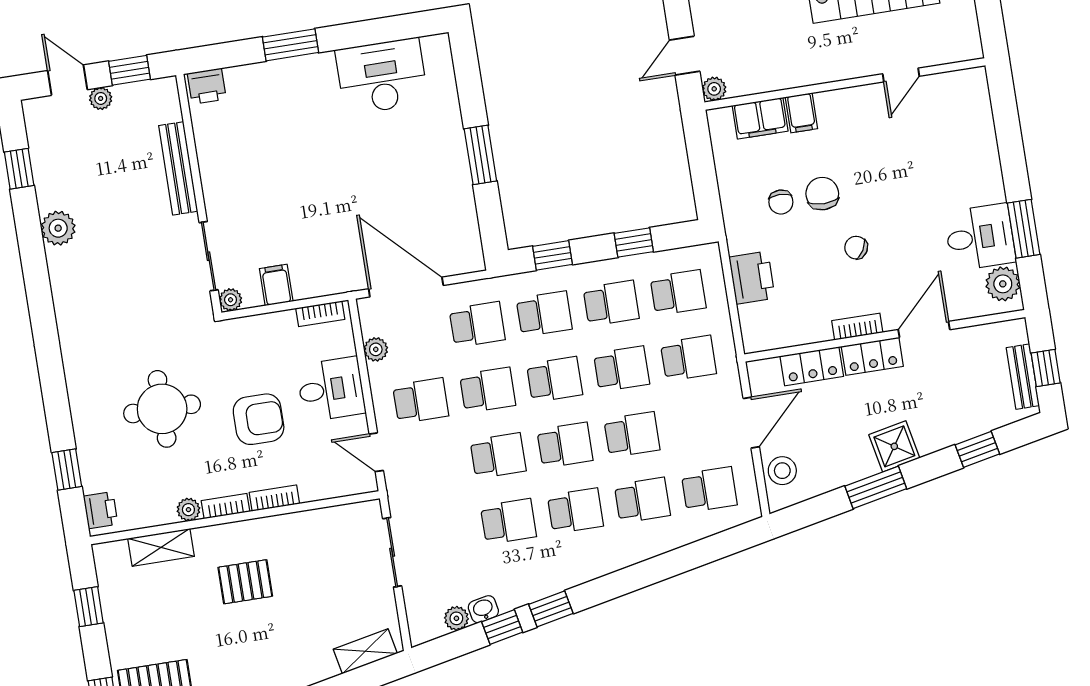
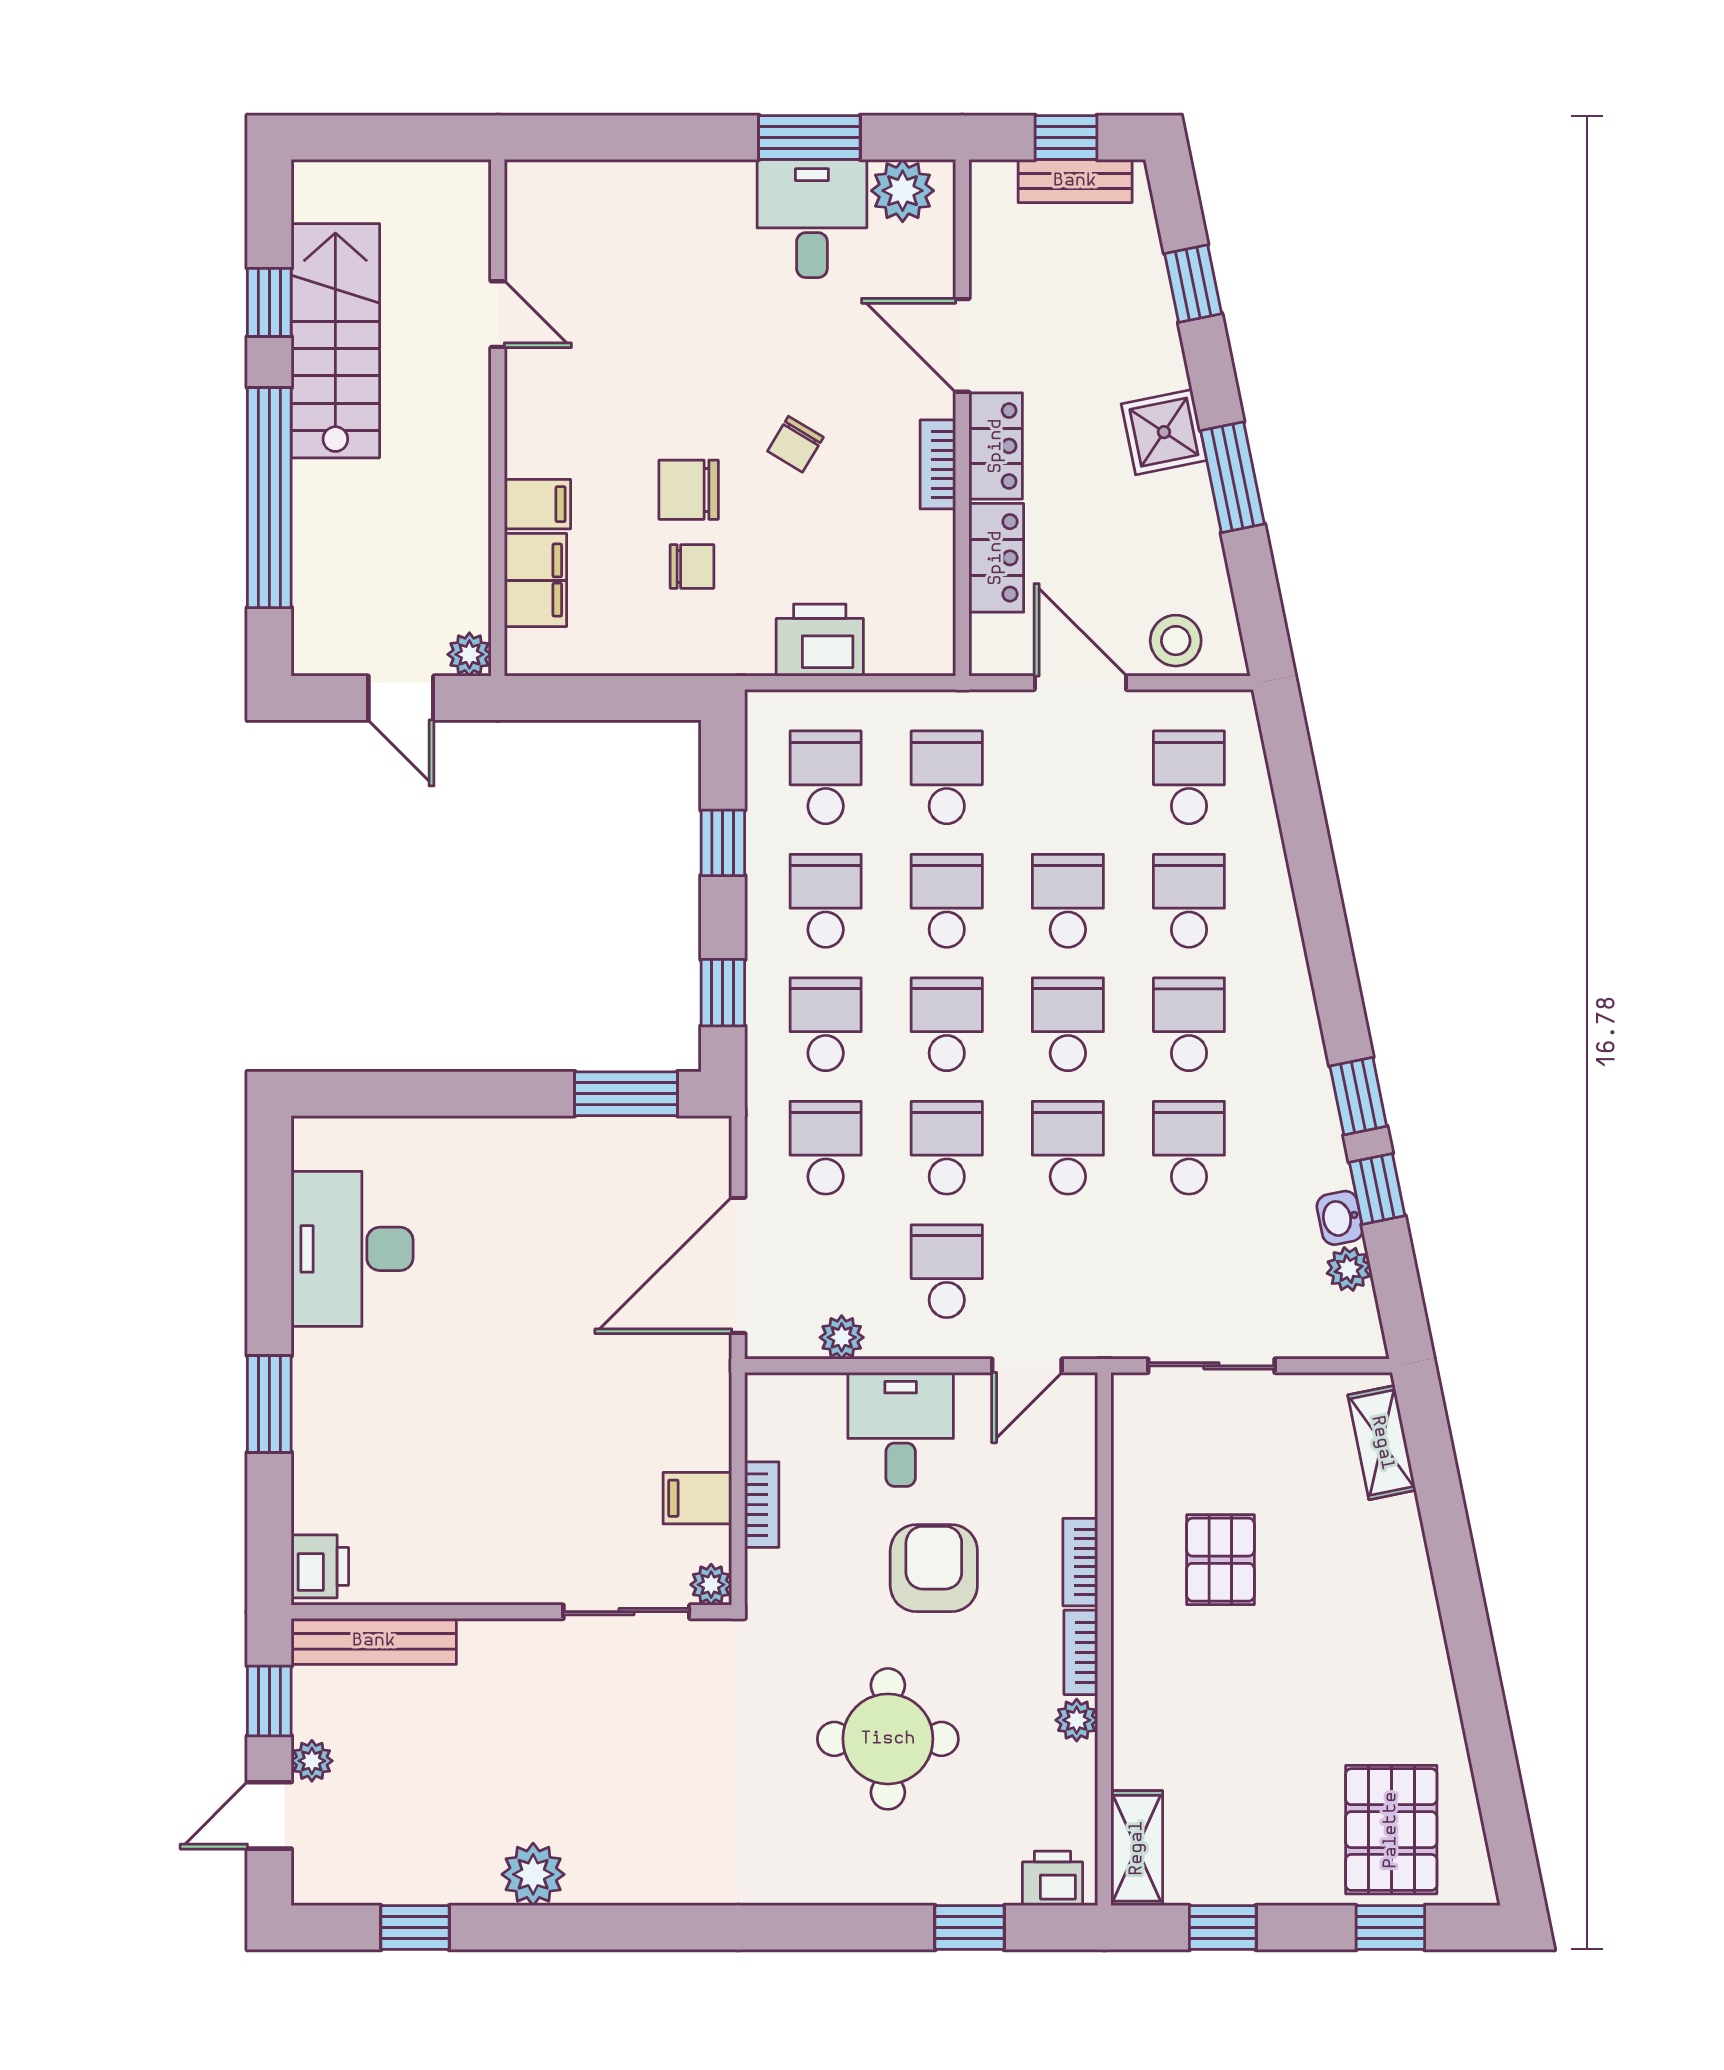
window: (480, 155) -> (626, 1094), moved
bench: (178, 168) -> (374, 1641), moved
bookcase: (320, 314) -> (762, 1505), moved
shelving: (161, 547) -> (1137, 1848), moved
pallet: (245, 582) -> (1220, 1560), moved

